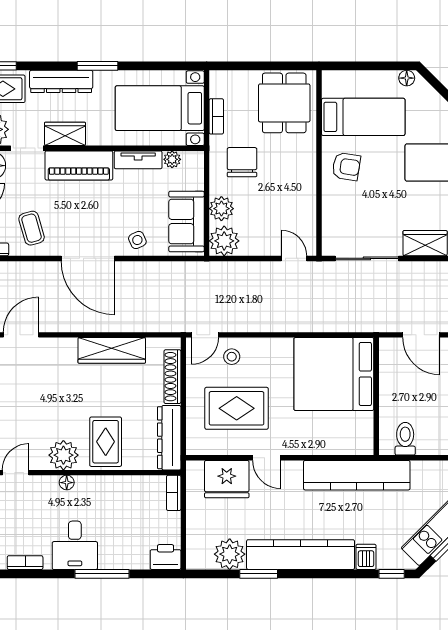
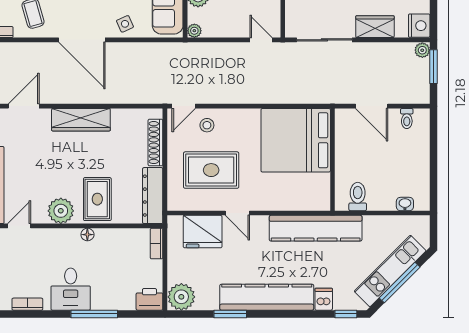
plant: (224, 241) -> (194, 31), width x0.53, depth x0.53
wardrobe: (112, 350) -> (81, 120), moved
floor lamp: (67, 483) -> (87, 235), moved
plant: (230, 554) -> (181, 297), moved

